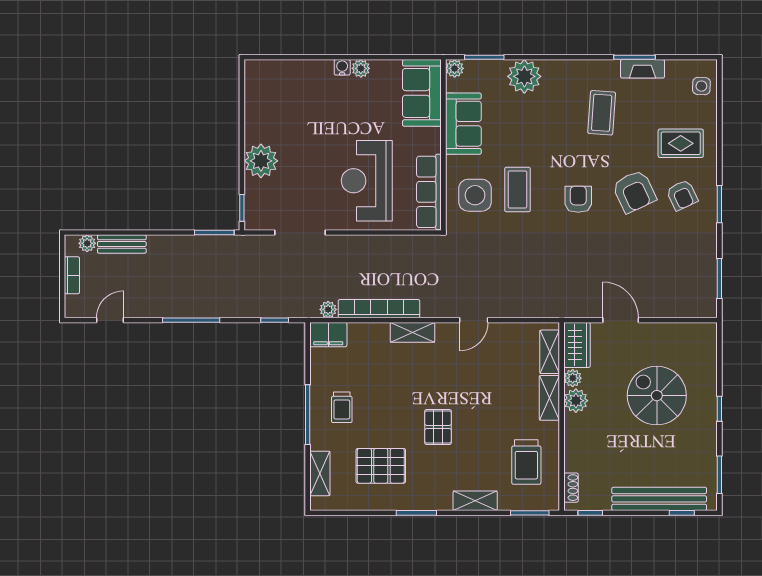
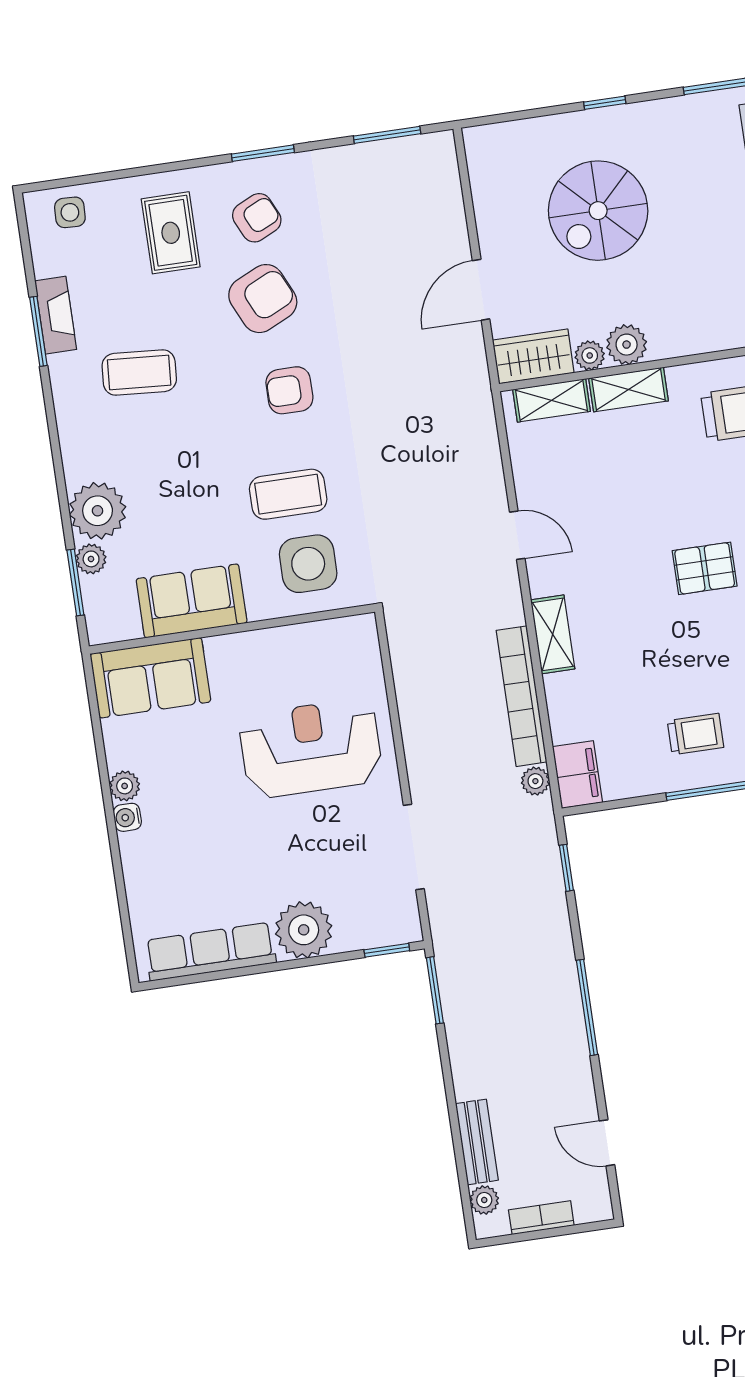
plant: (455, 68) -> (91, 559), moved
reception desk: (367, 181) -> (311, 748), turned 180
row of seats: (429, 192) -> (210, 952), moved, turned 180

